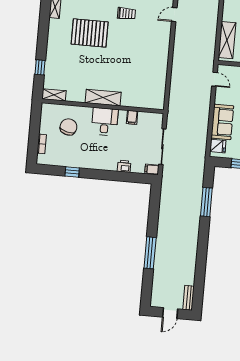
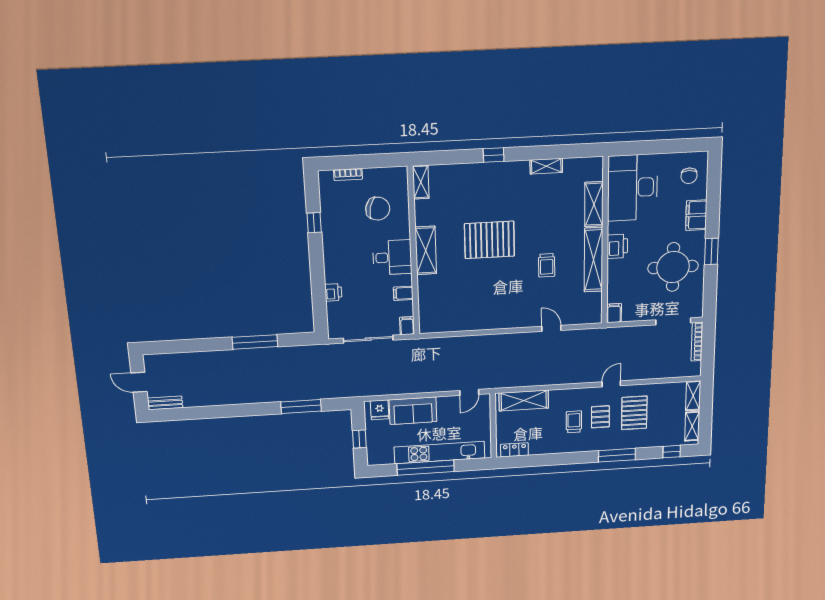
pallet: (90, 33) -> (489, 240), moved, turned 90
window: (40, 67) -> (494, 155), moved
filing cabinet: (152, 169) -> (407, 326), moved
window: (150, 253) -> (255, 342), moved

